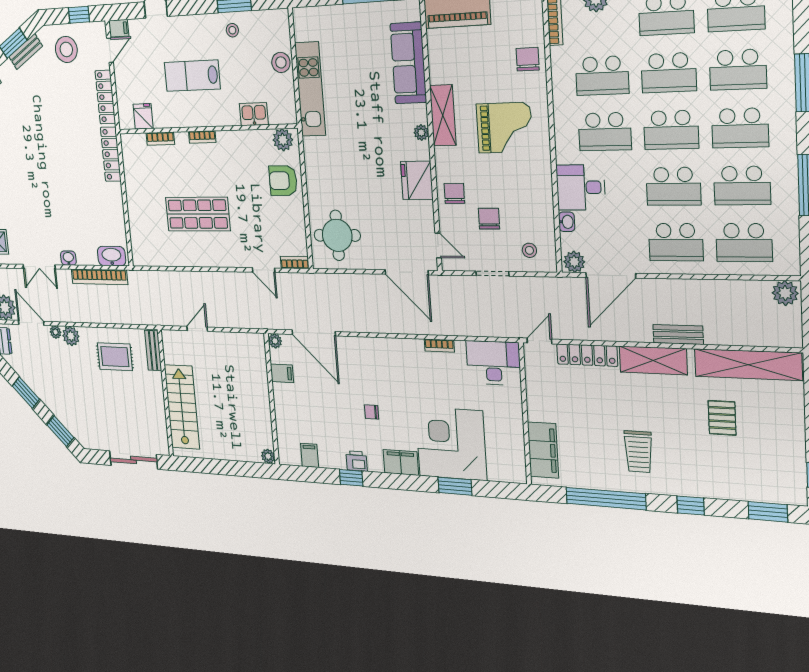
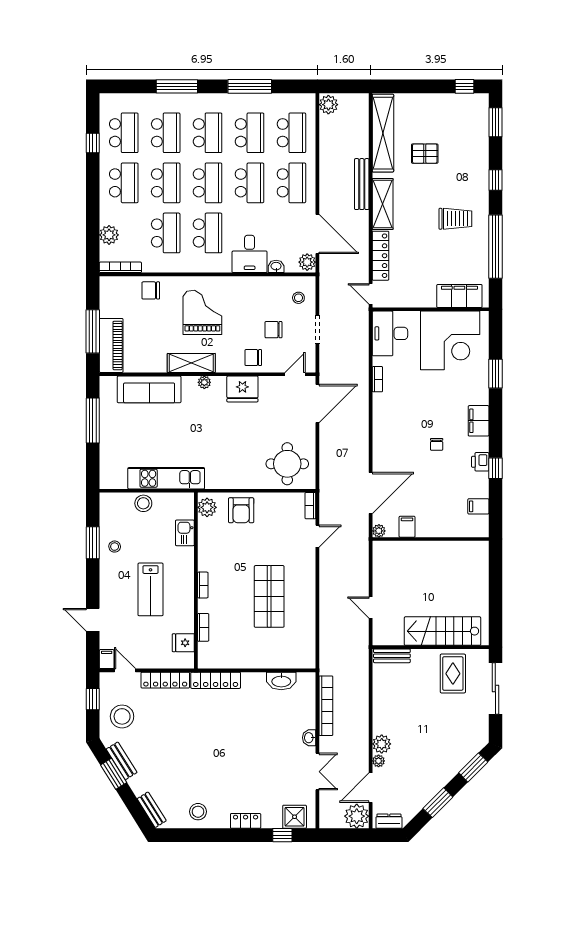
washbasin: (112, 256) -> (281, 681), moved, turned -90
bench: (678, 334) -> (362, 184), width x1.36
rug: (115, 357) -> (453, 674), moved
corner desk: (451, 444) -> (450, 340), moved, turned -90
plant: (268, 456) -> (482, 547), removed

